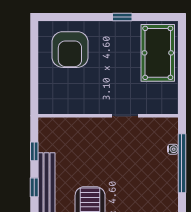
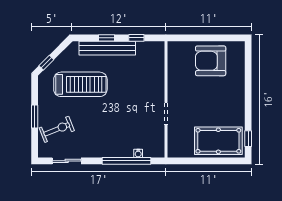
window: (122, 17) -> (248, 139), moved
armchair: (70, 50) -> (211, 61), moved

